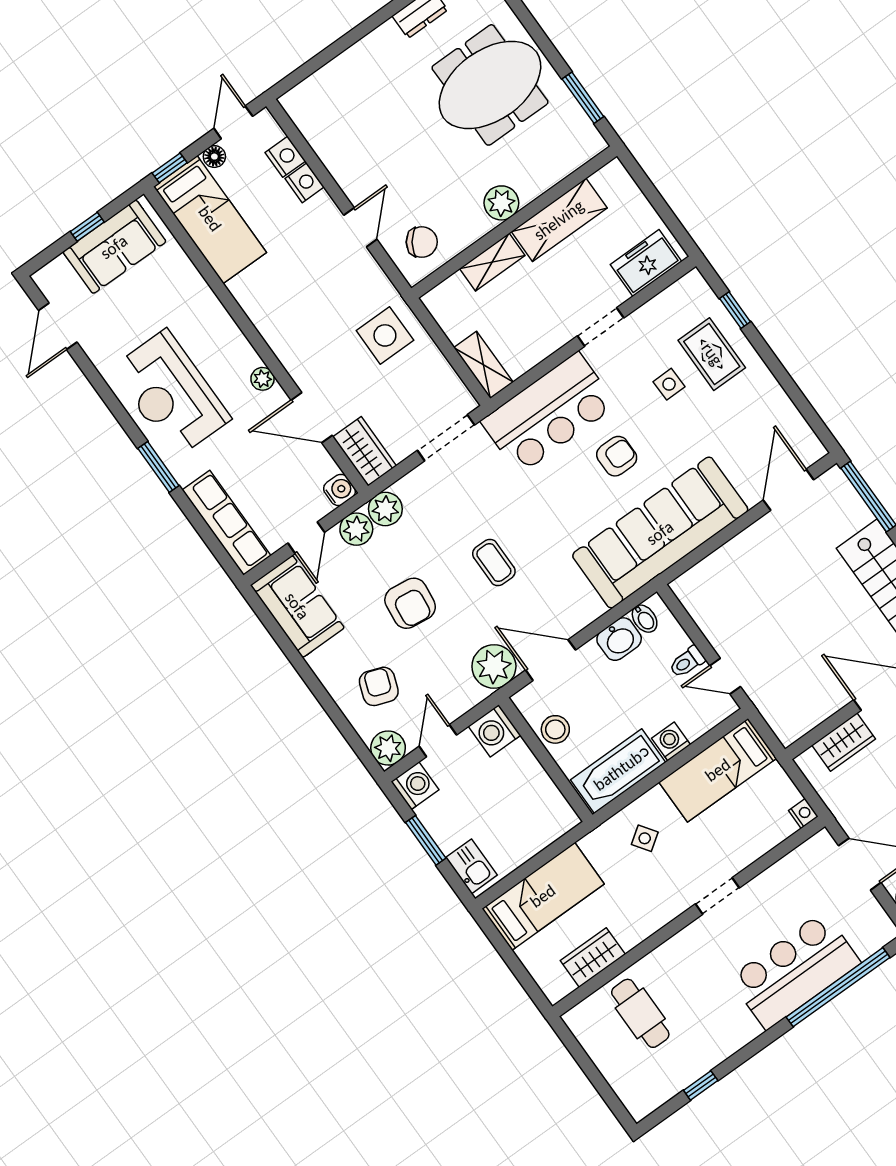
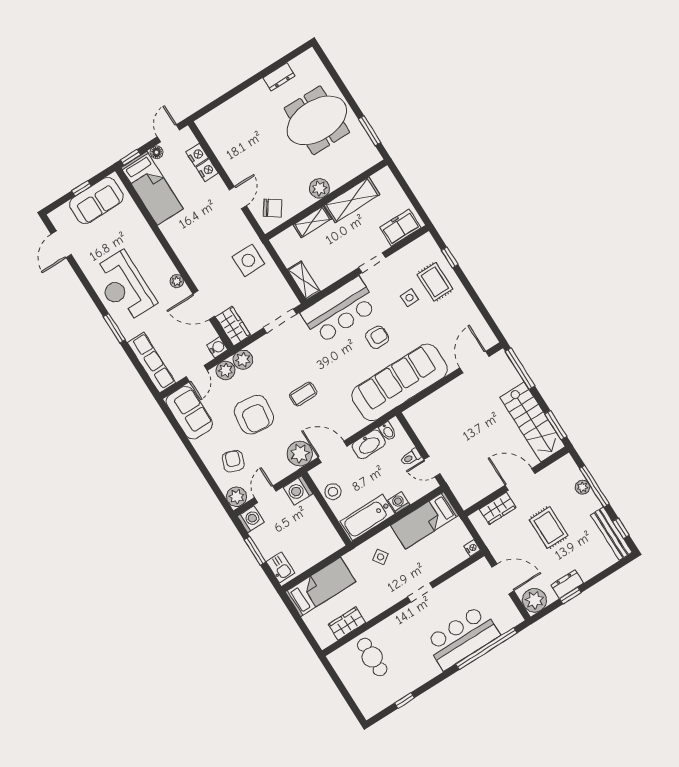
coffee table: (494, 562) -> (303, 394), turned 90
armchair: (410, 603) -> (254, 415), width x1.36, depth x1.36
washbasin: (619, 639) -> (369, 444), width x1.38

